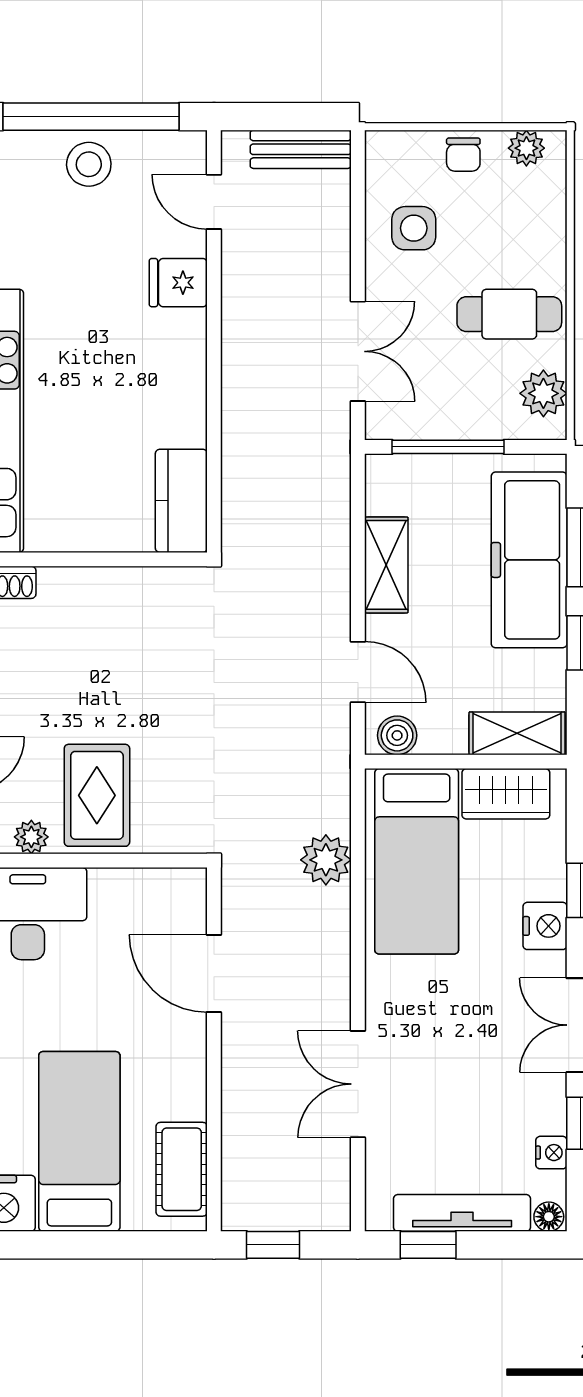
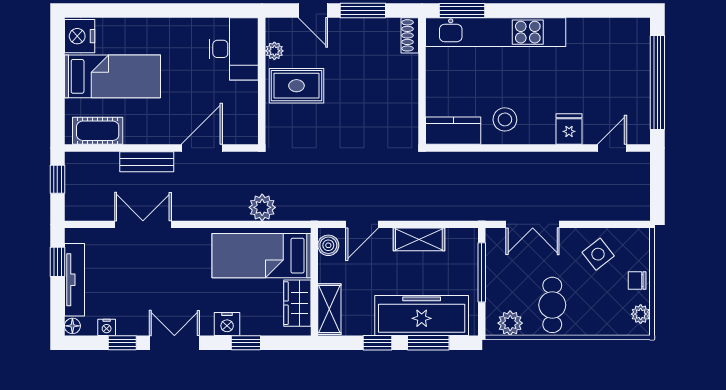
bench: (301, 149) -> (147, 162), moved, turned 90
stool: (89, 164) -> (505, 119), moved
side table: (414, 228) -> (598, 254), turned -38

